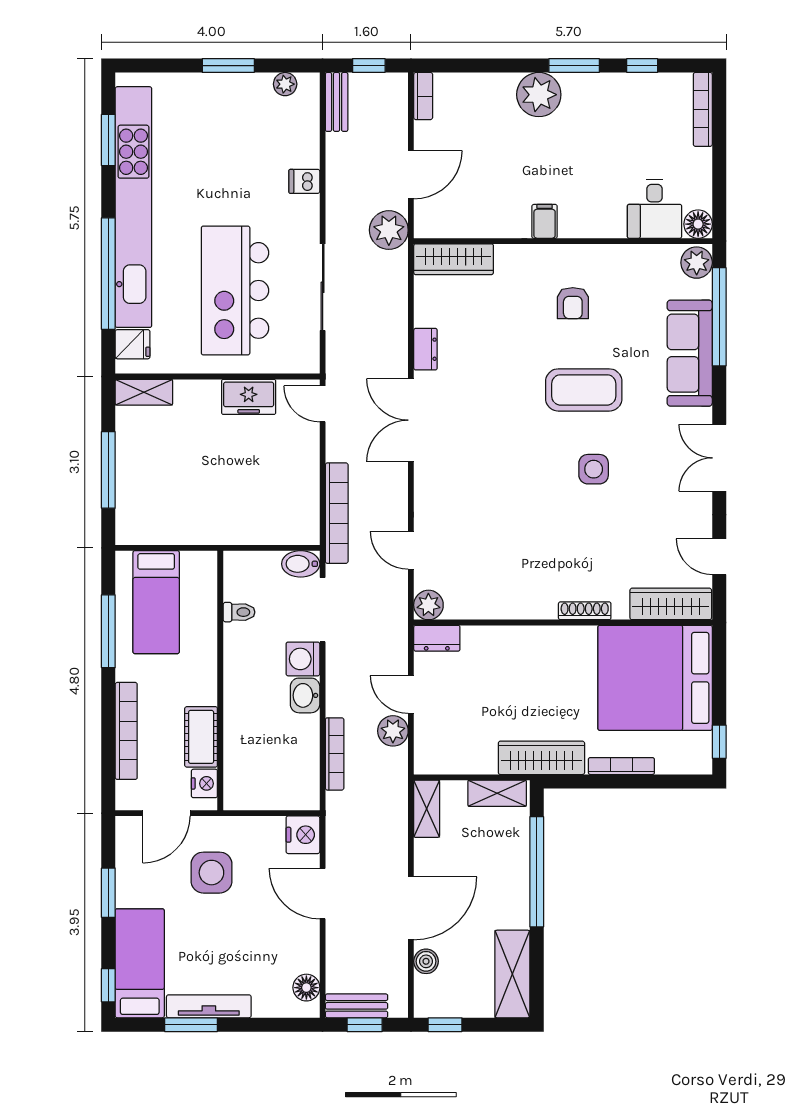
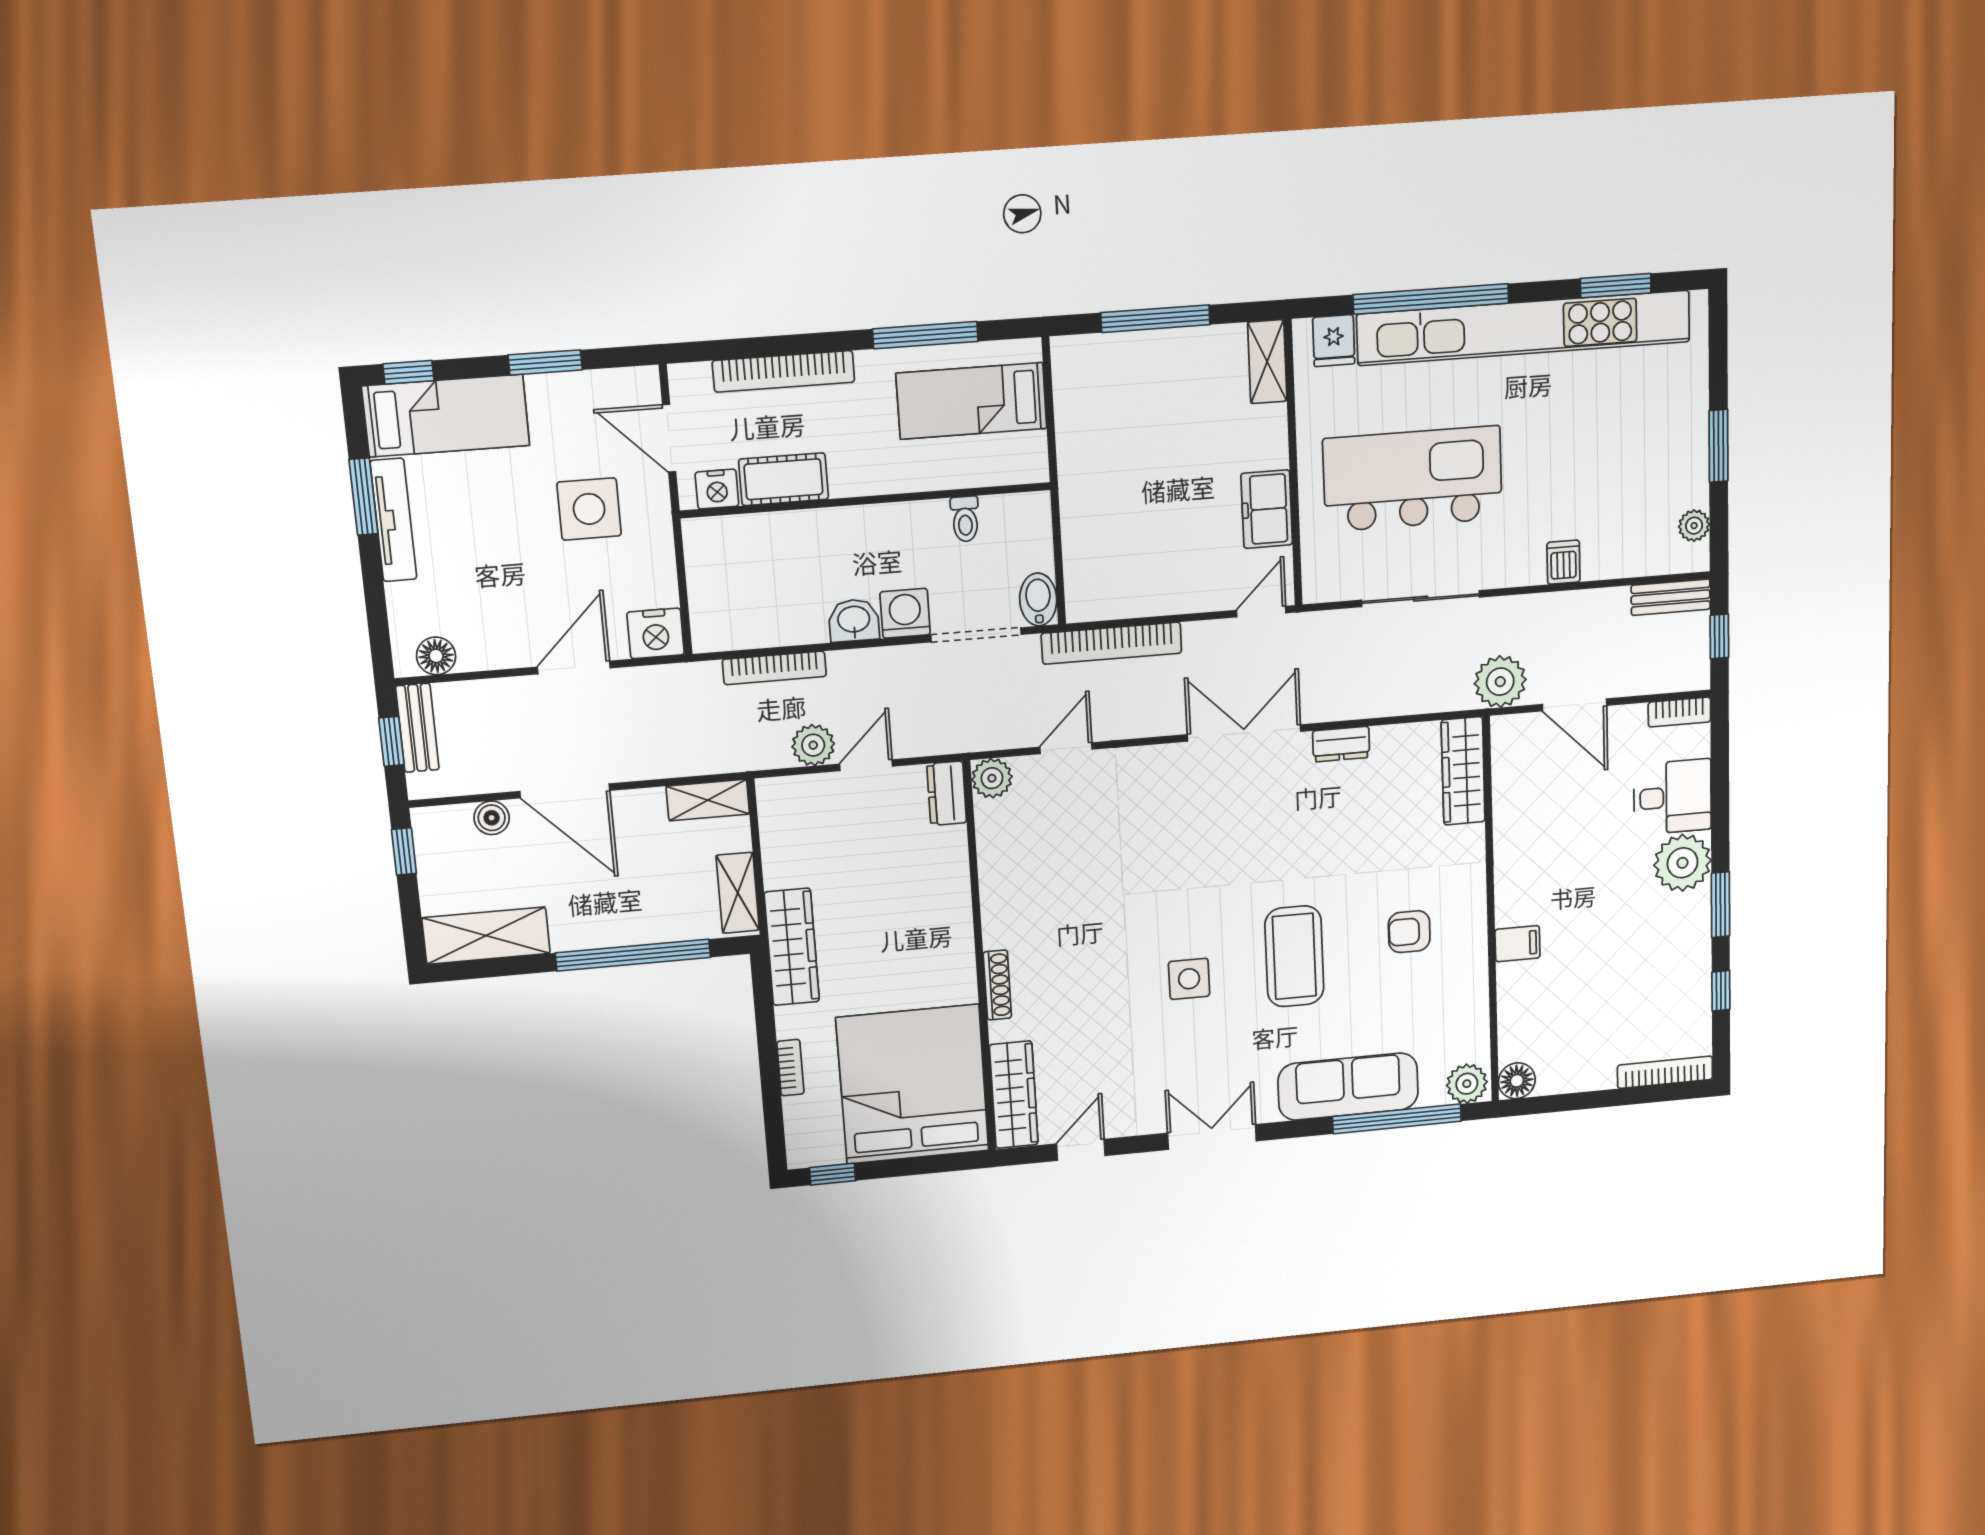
desk: (655, 209) -> (1673, 797), moved, turned 180
filing cabinet: (545, 221) -> (1517, 944), moved
bookcase: (621, 766) -> (790, 1068), width x0.64

